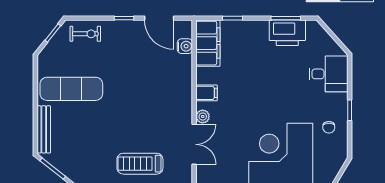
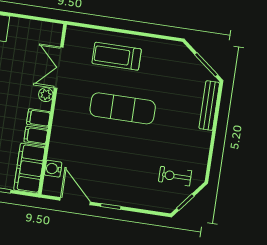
exercise bike: (85, 34) -> (175, 176), moved
filing cabinet: (206, 76) -> (36, 136), added
exercise mat: (71, 89) -> (123, 108), moved
treadmill: (140, 164) -> (117, 56), turned 180

